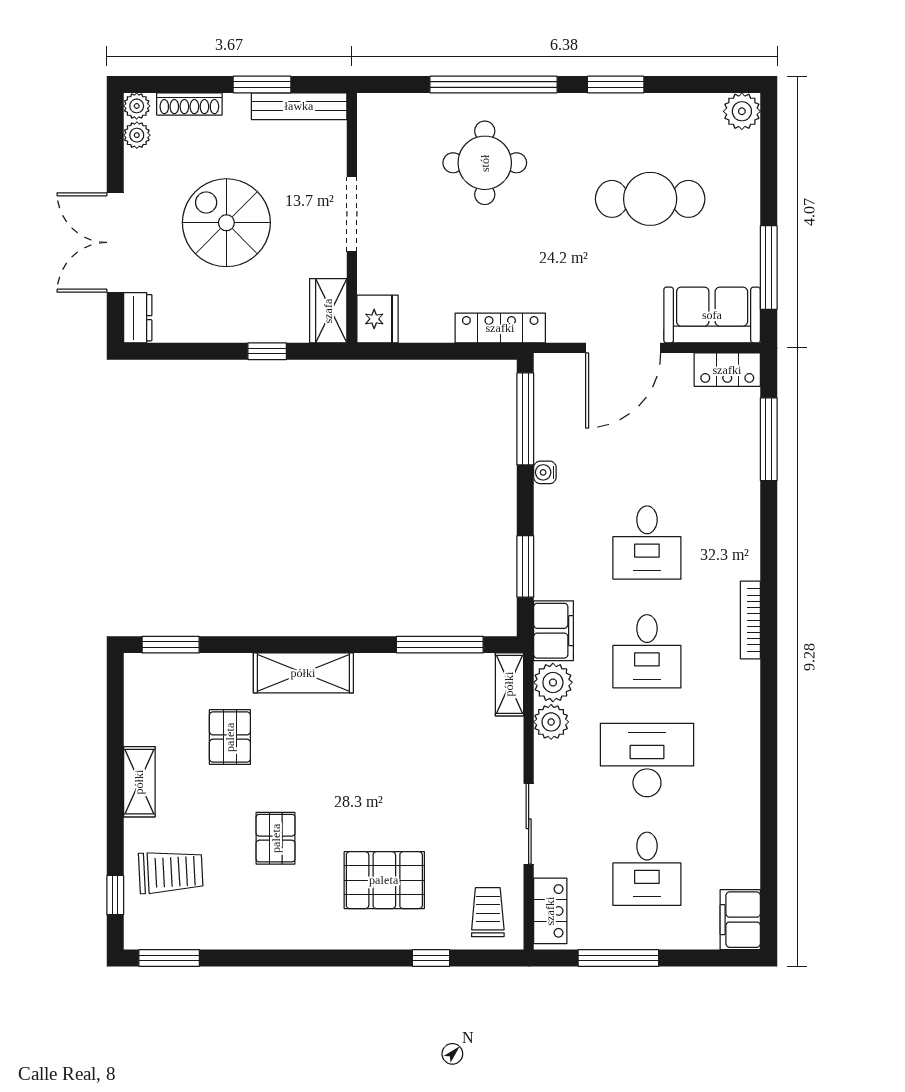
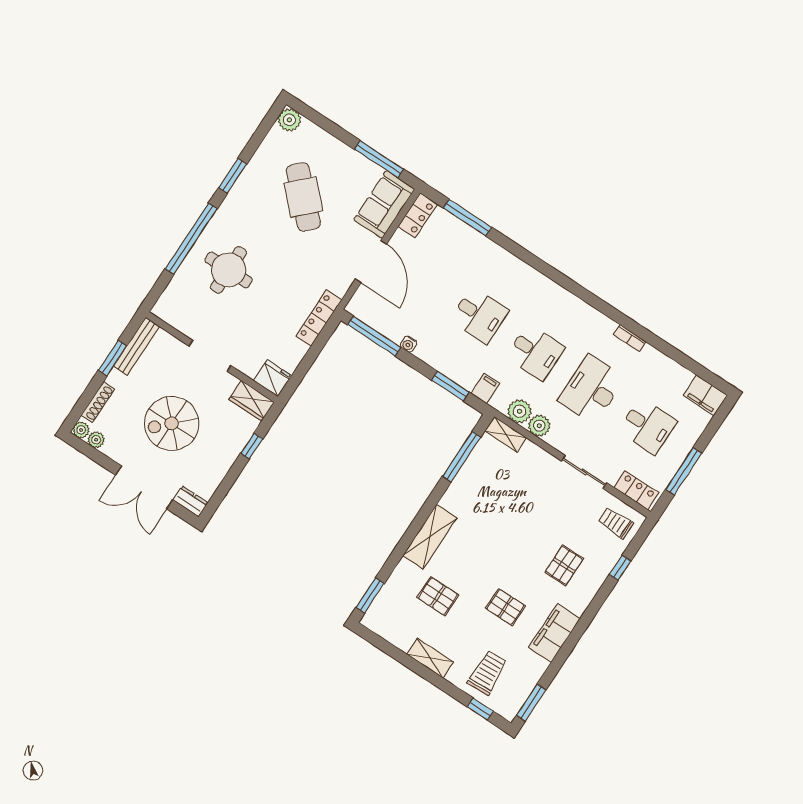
cafe table: (650, 199) -> (303, 197), turned -45
bookcase: (750, 620) -> (630, 338), moved, width x0.64
filing cabinet: (553, 631) -> (485, 388), width x0.50
pallet: (384, 880) -> (564, 565), width x0.67, depth x0.71
filing cabinet: (284, 927) -> (554, 633), added

